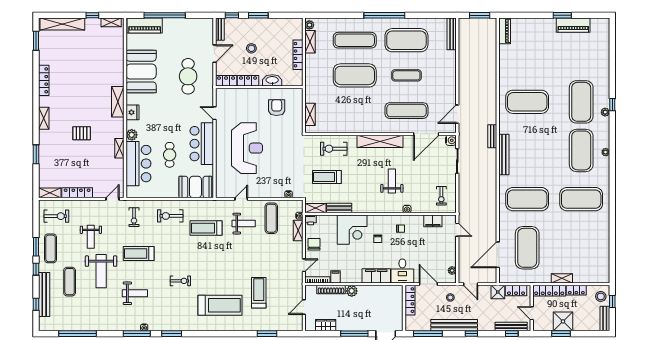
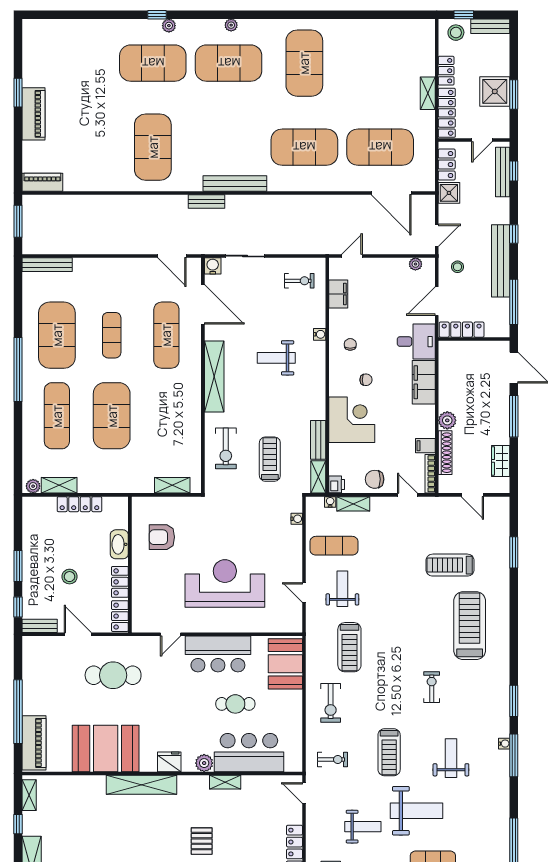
piano: (573, 25) -> (33, 114), moved
shelving: (118, 102) -> (141, 785), width x1.47
treadmill: (327, 177) -> (270, 459), turned 180
exercise mat: (527, 199) -> (304, 147), turned 90

